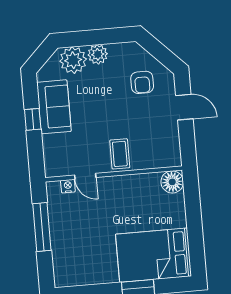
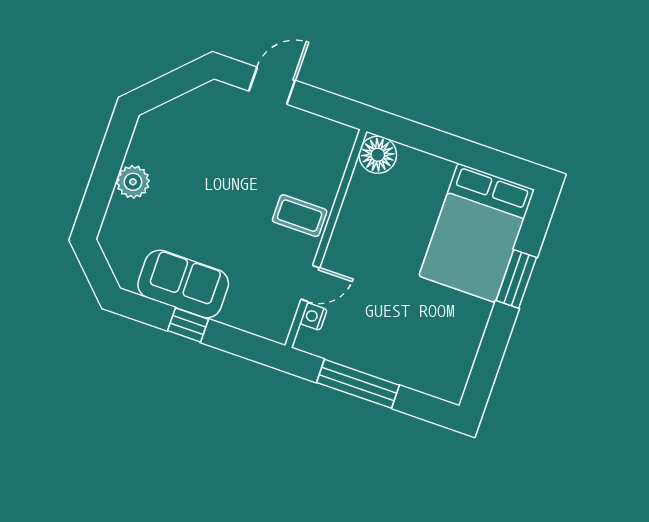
plant: (73, 60) -> (125, 223), removed
armchair: (142, 82) -> (206, 133), removed

